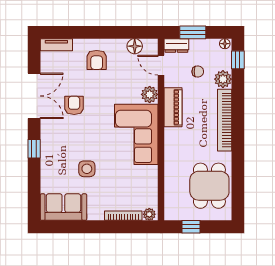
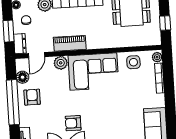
window: (104, 32) -> (13, 102), added
armchair: (97, 60) -> (32, 97), moved, turned -90
chair: (198, 72) -> (26, 20), moved
side table: (87, 169) -> (133, 62), moved

